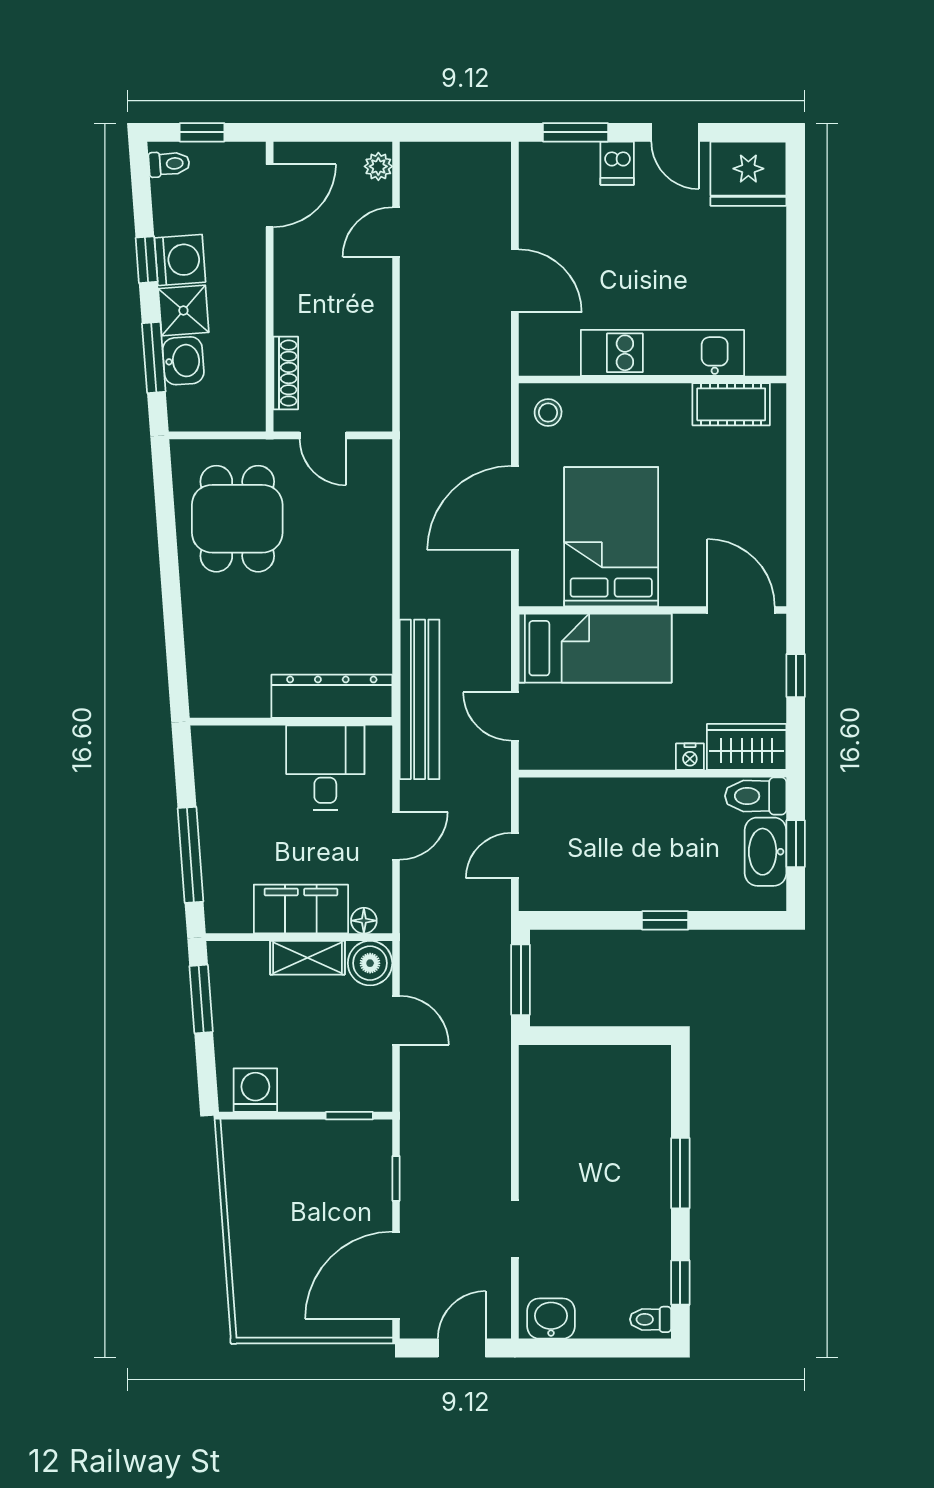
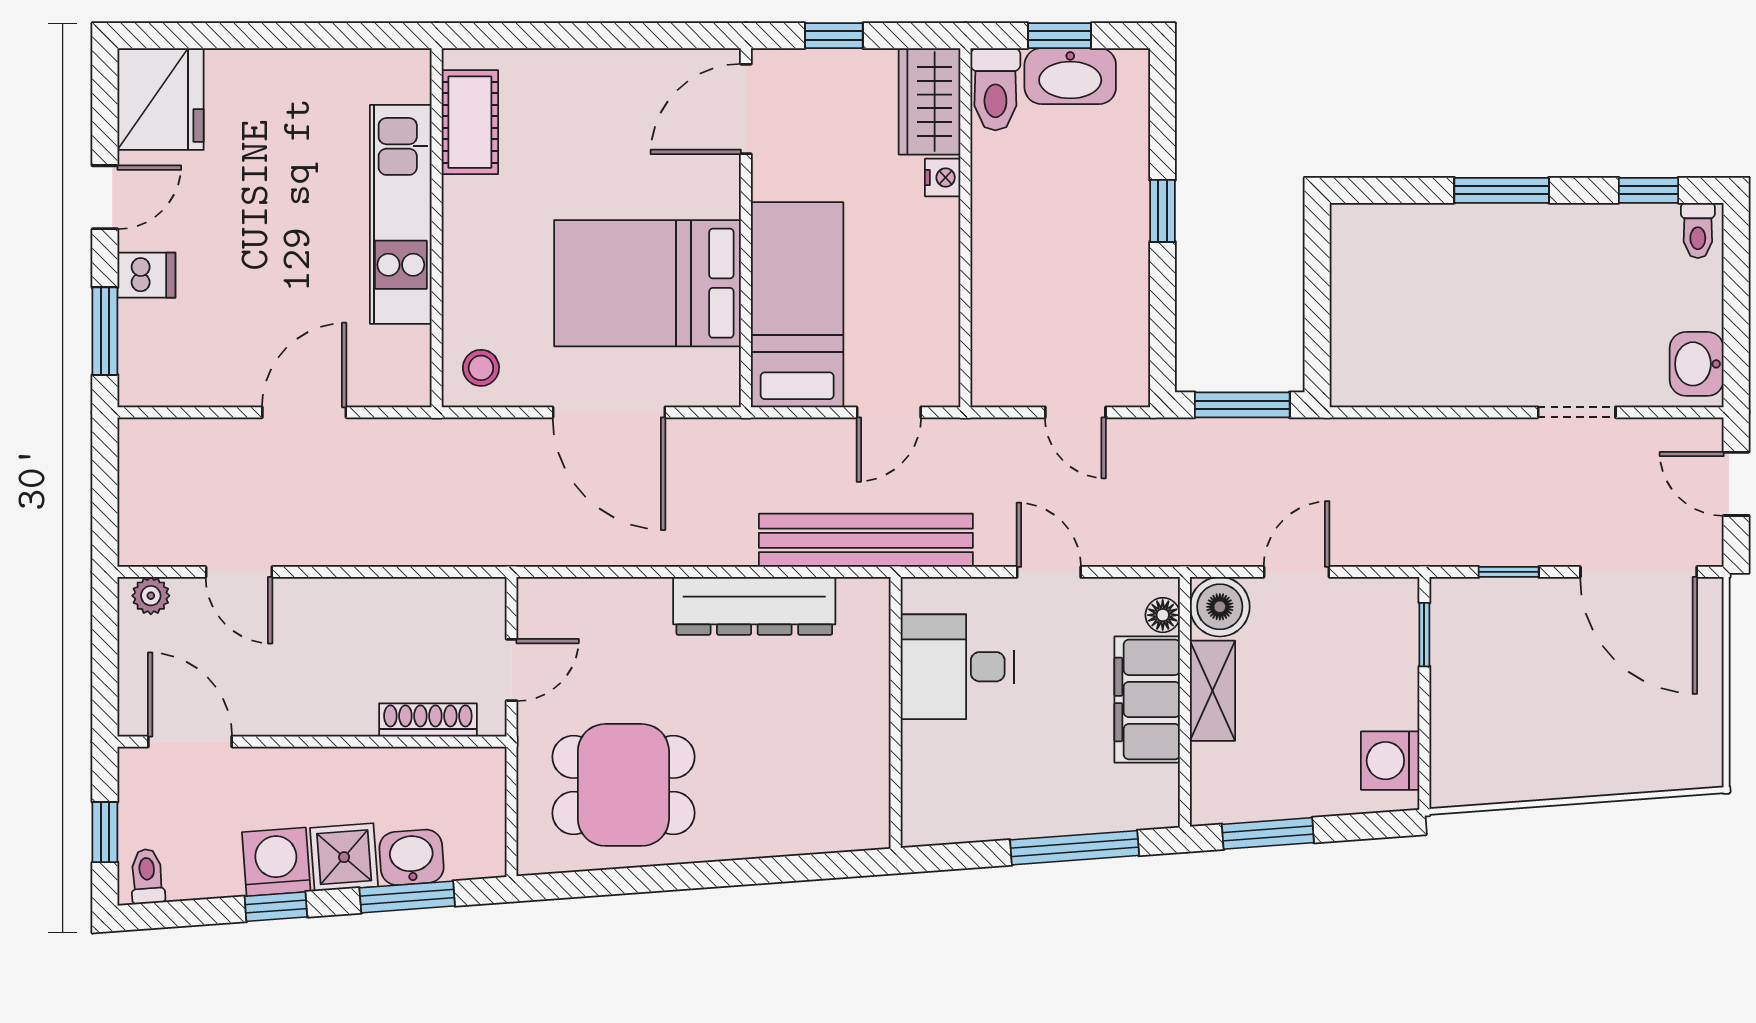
dresser: (332, 696) -> (754, 606), moved, turned -90

